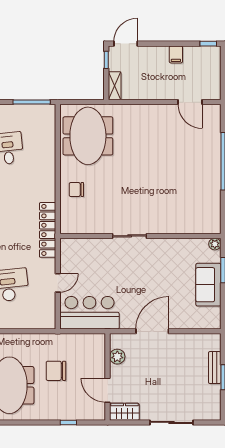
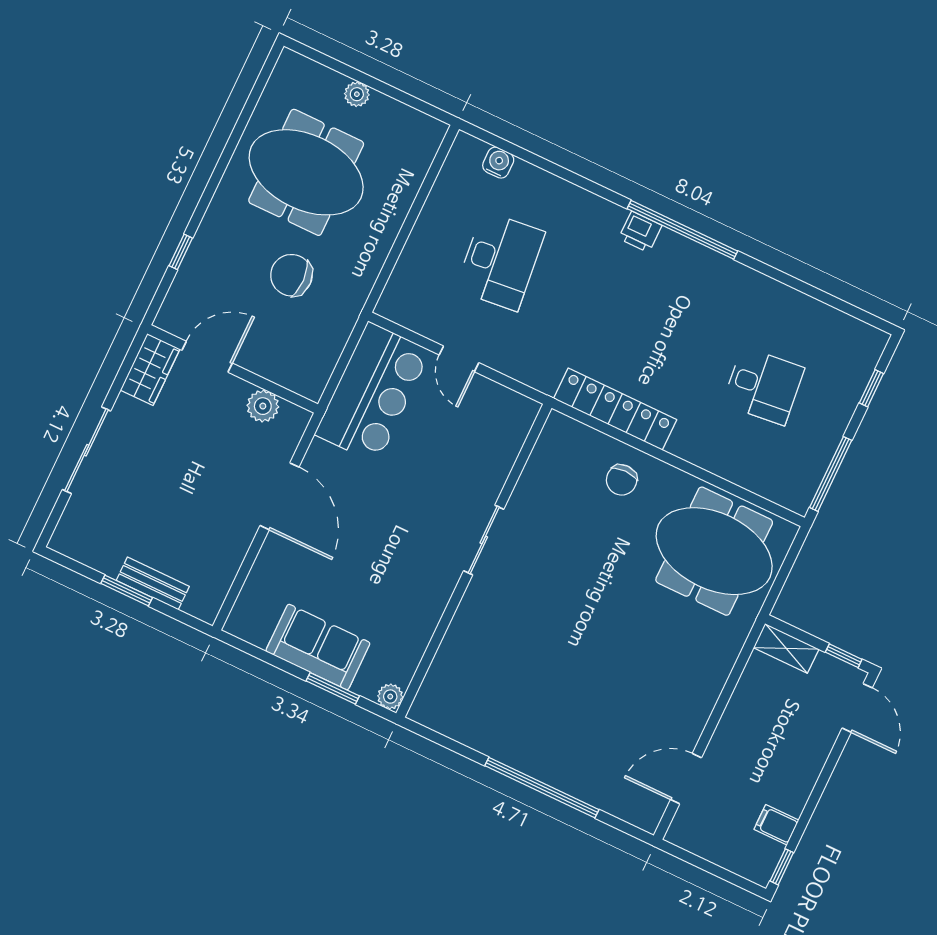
filing cabinet: (176, 54) -> (776, 825), moved
chair: (76, 190) -> (622, 480), turned 180
locker: (48, 230) -> (615, 409), moved
chair: (56, 371) -> (291, 275), turned -92

